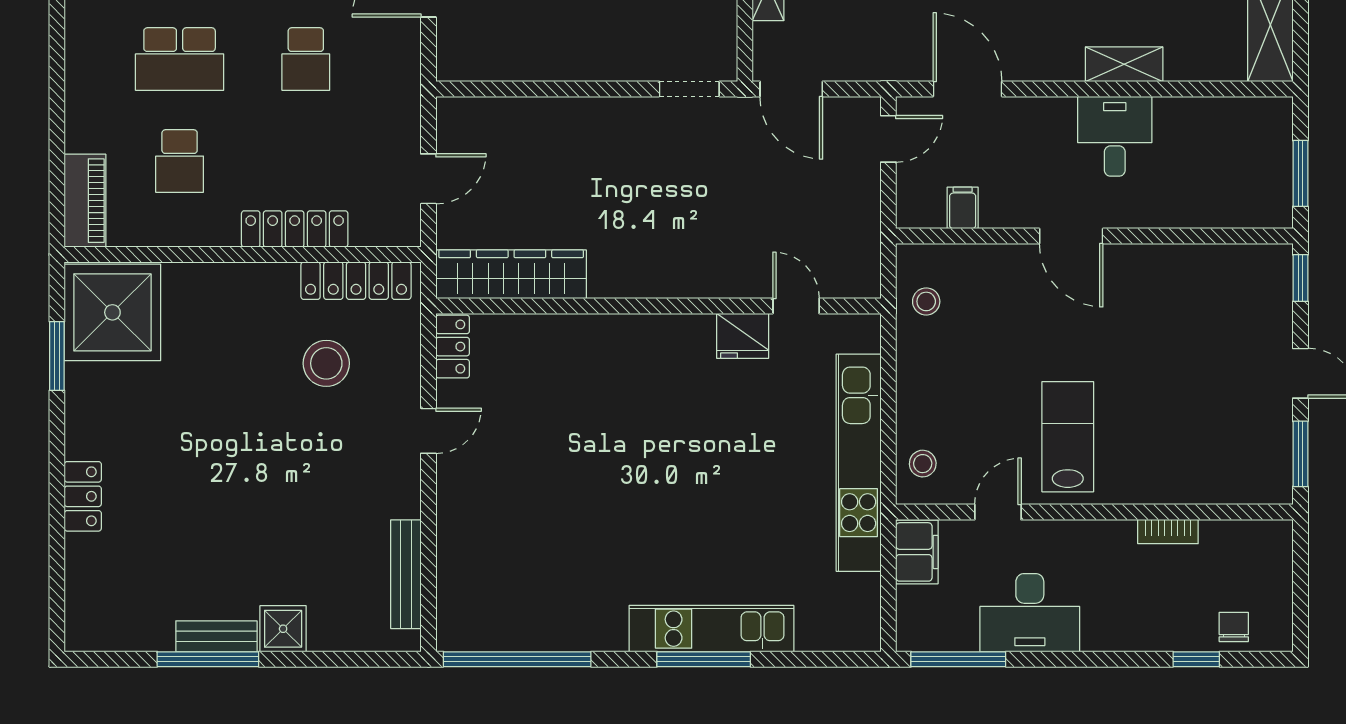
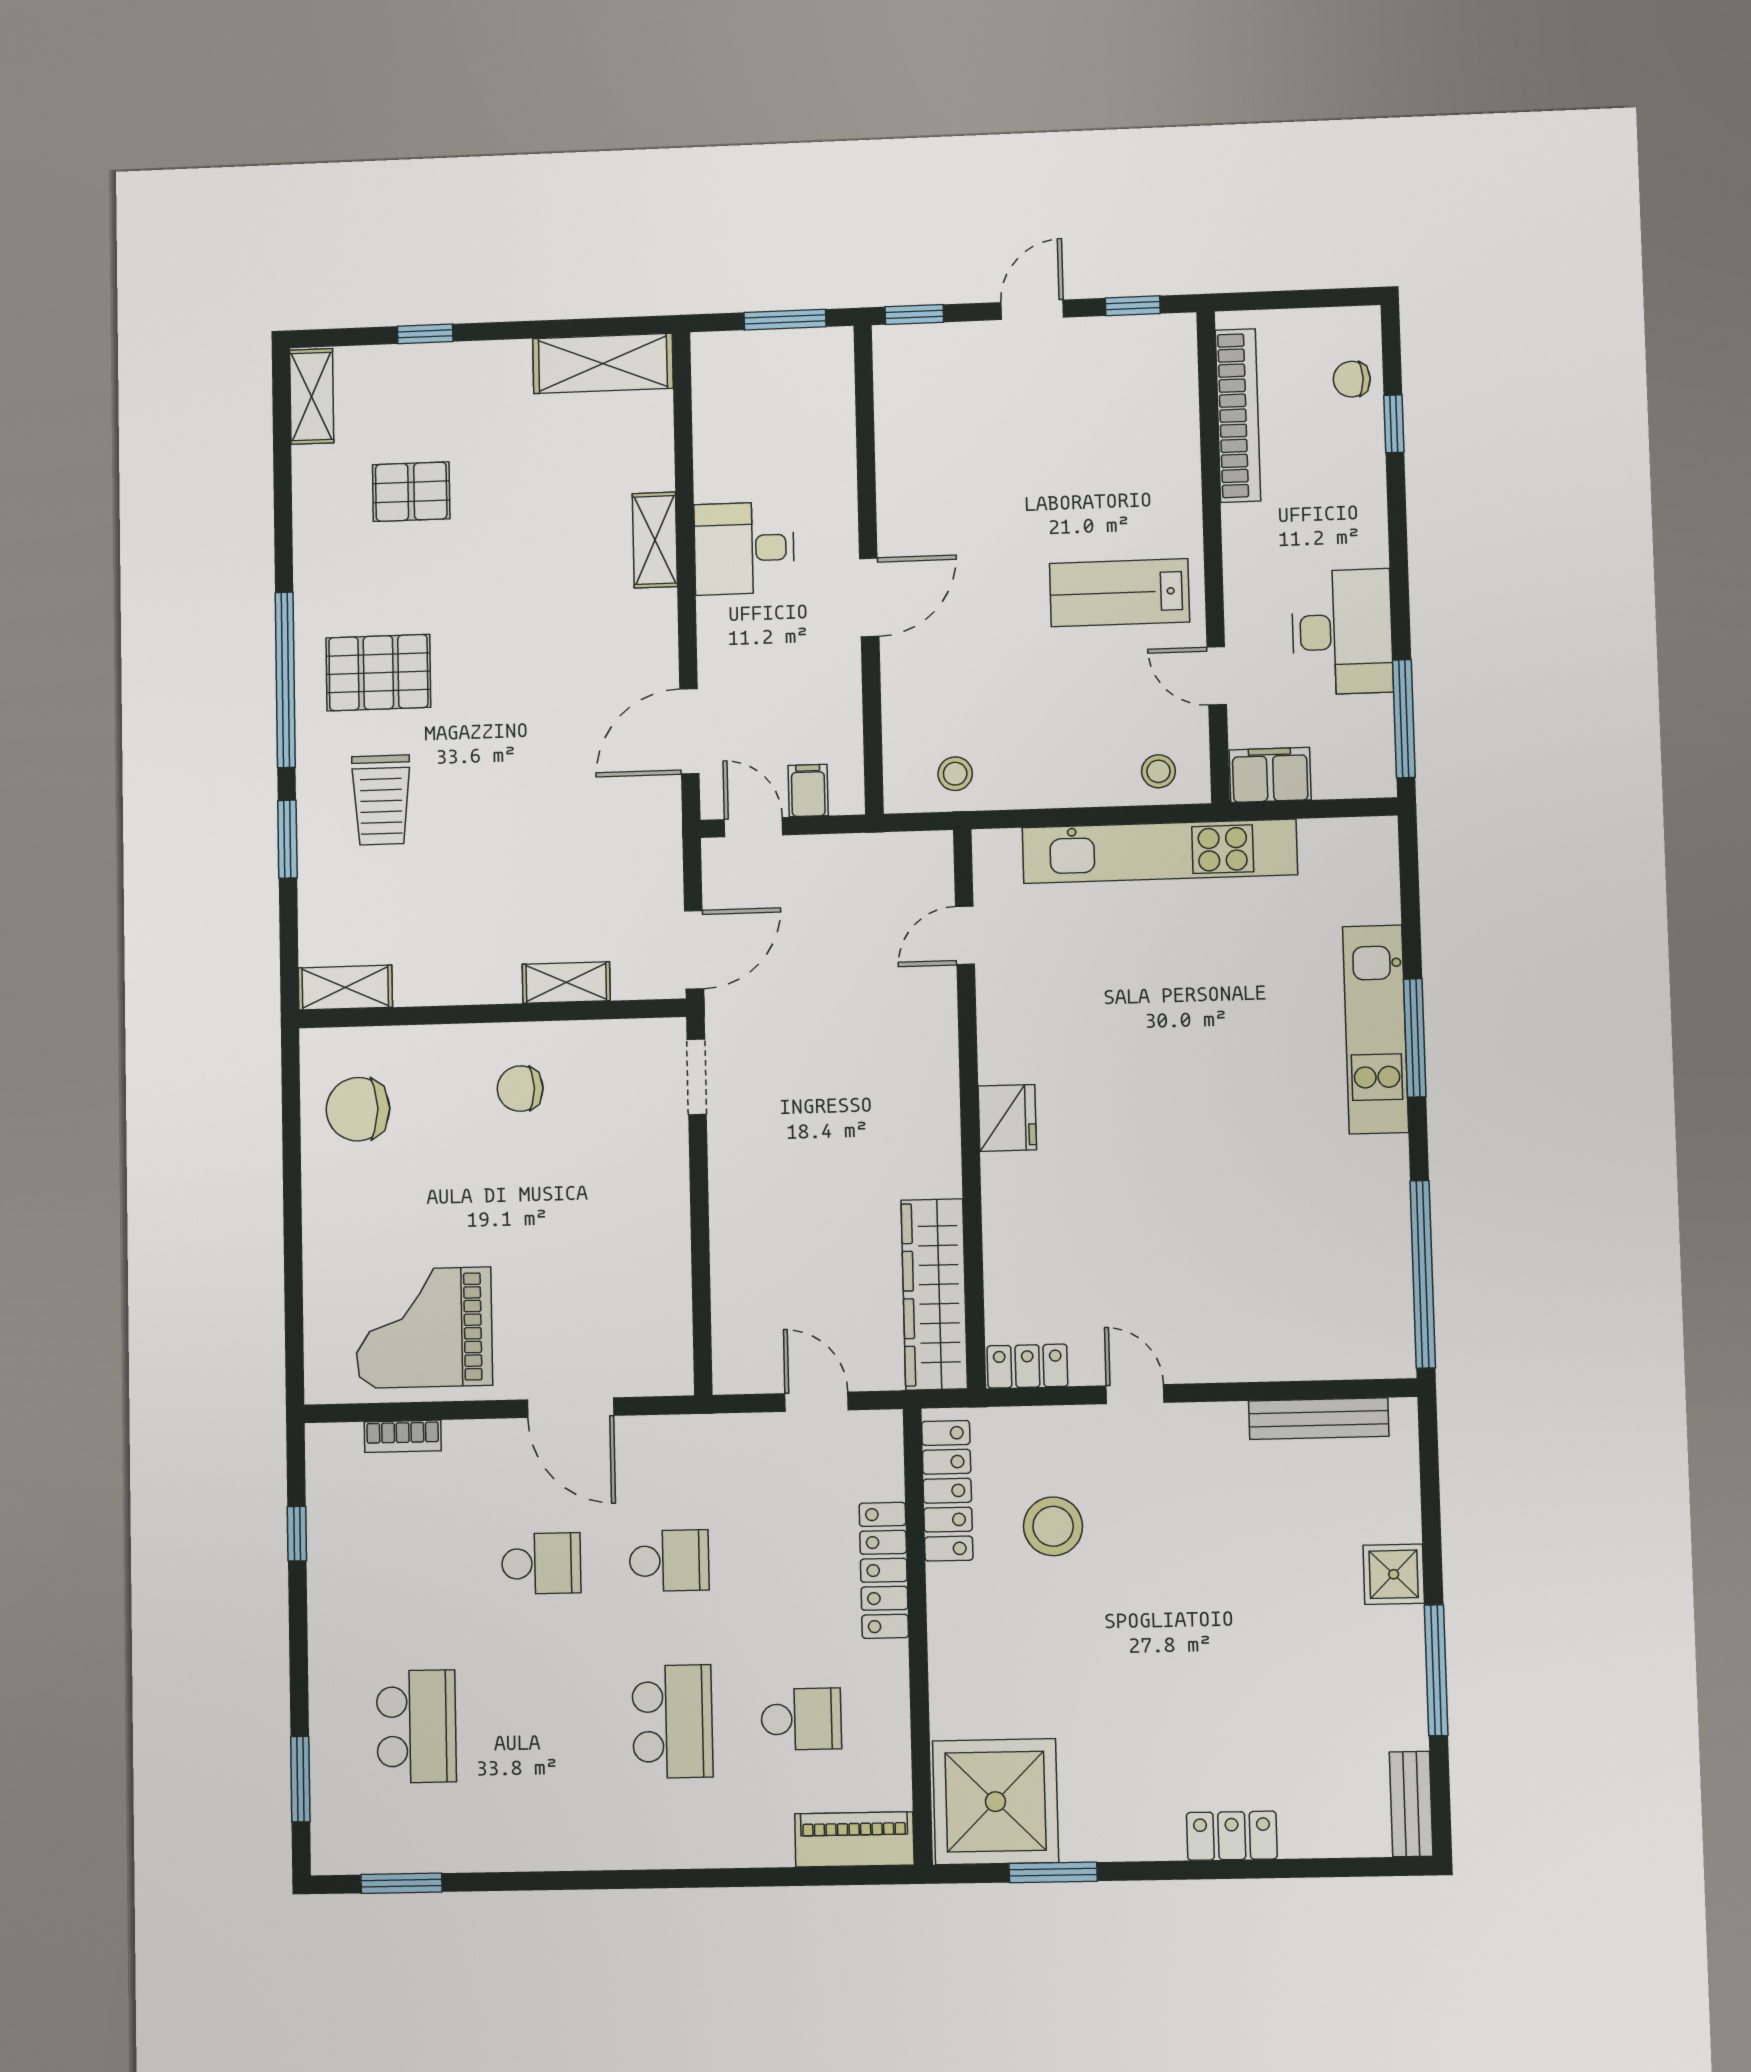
filing cabinet: (963, 208) -> (808, 791), moved, turned 90
fridge: (743, 336) -> (1007, 1118), moved
window: (1300, 454) -> (1133, 306), width x0.67
bookcase: (1168, 532) -> (1238, 416), width x2.31, depth x1.31
bench: (216, 636) -> (1411, 1804), moved

